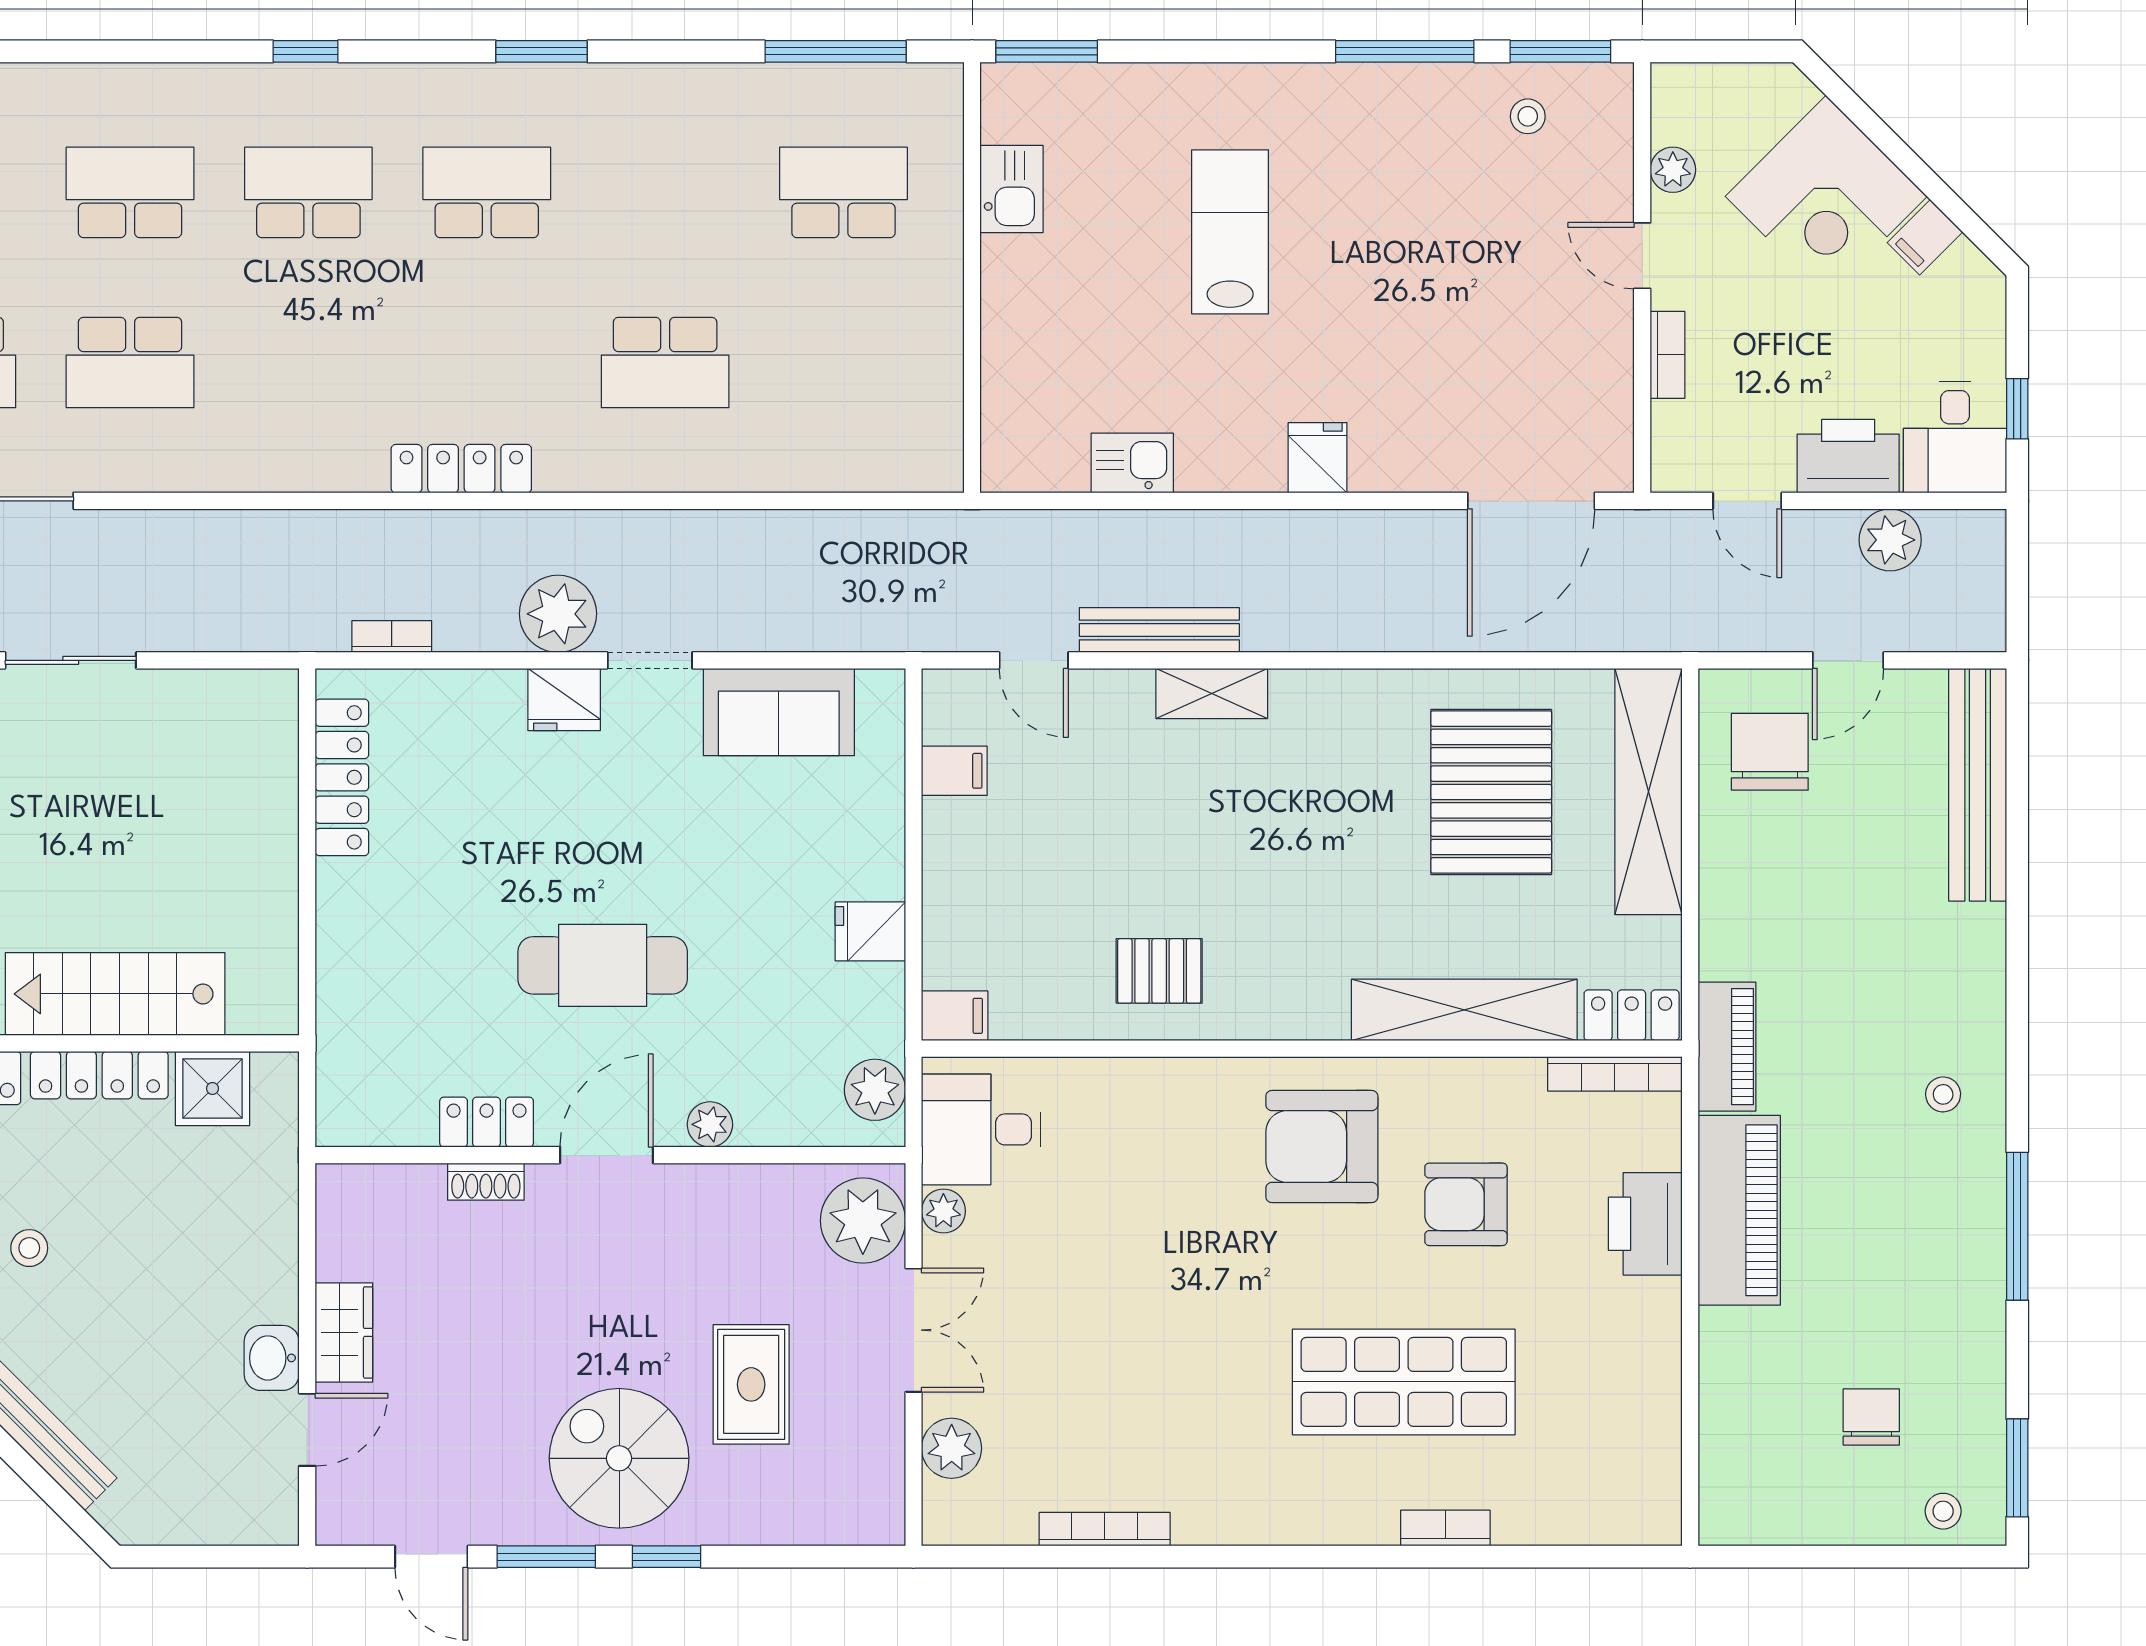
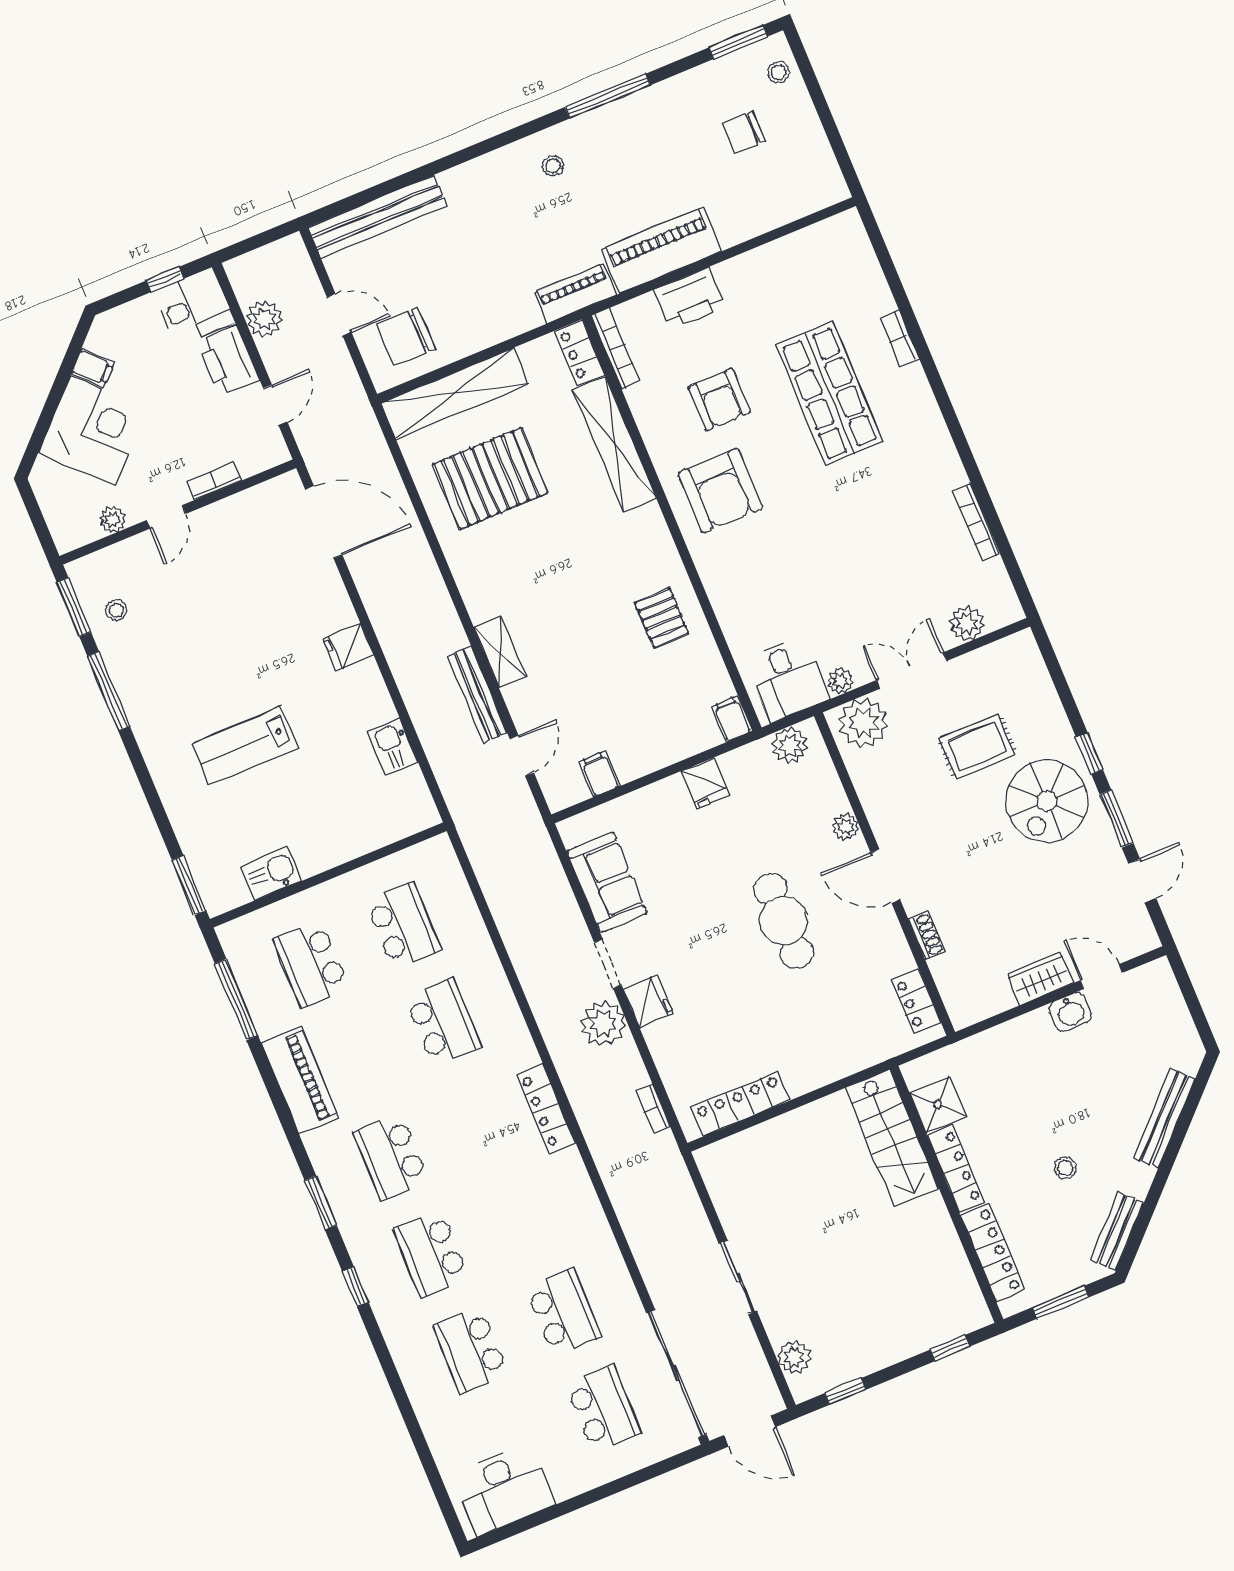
window: (542, 51) -> (321, 1203), moved
piano: (667, 99) -> (300, 1080), added
school desk: (843, 362) -> (403, 926), added
stairs: (115, 994) -> (892, 1138), moved
locker: (487, 1122) -> (916, 1001), moved

